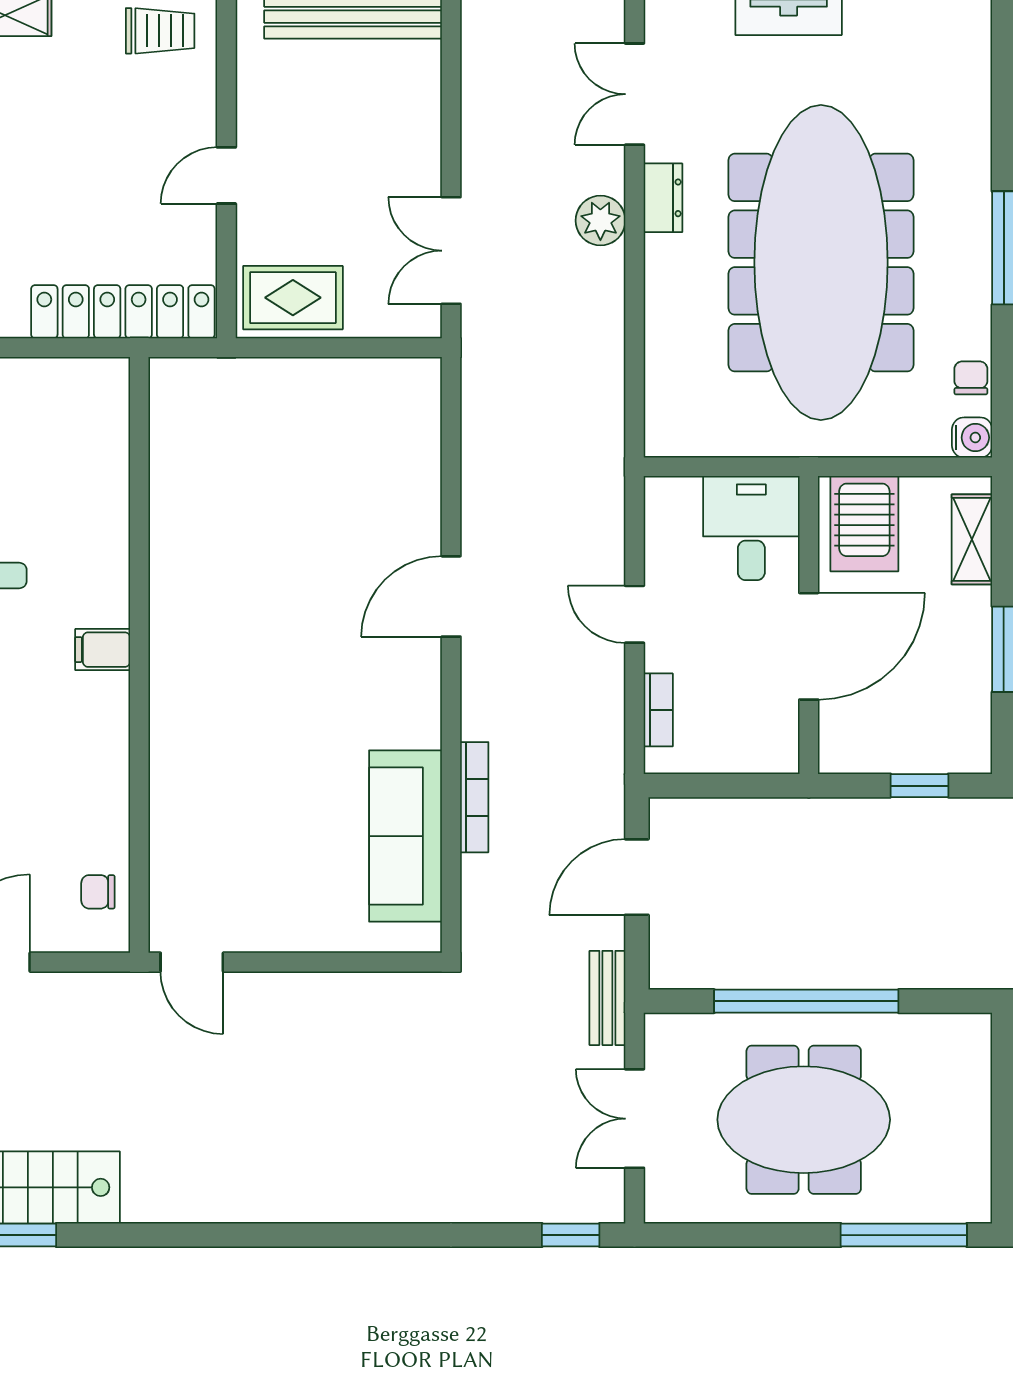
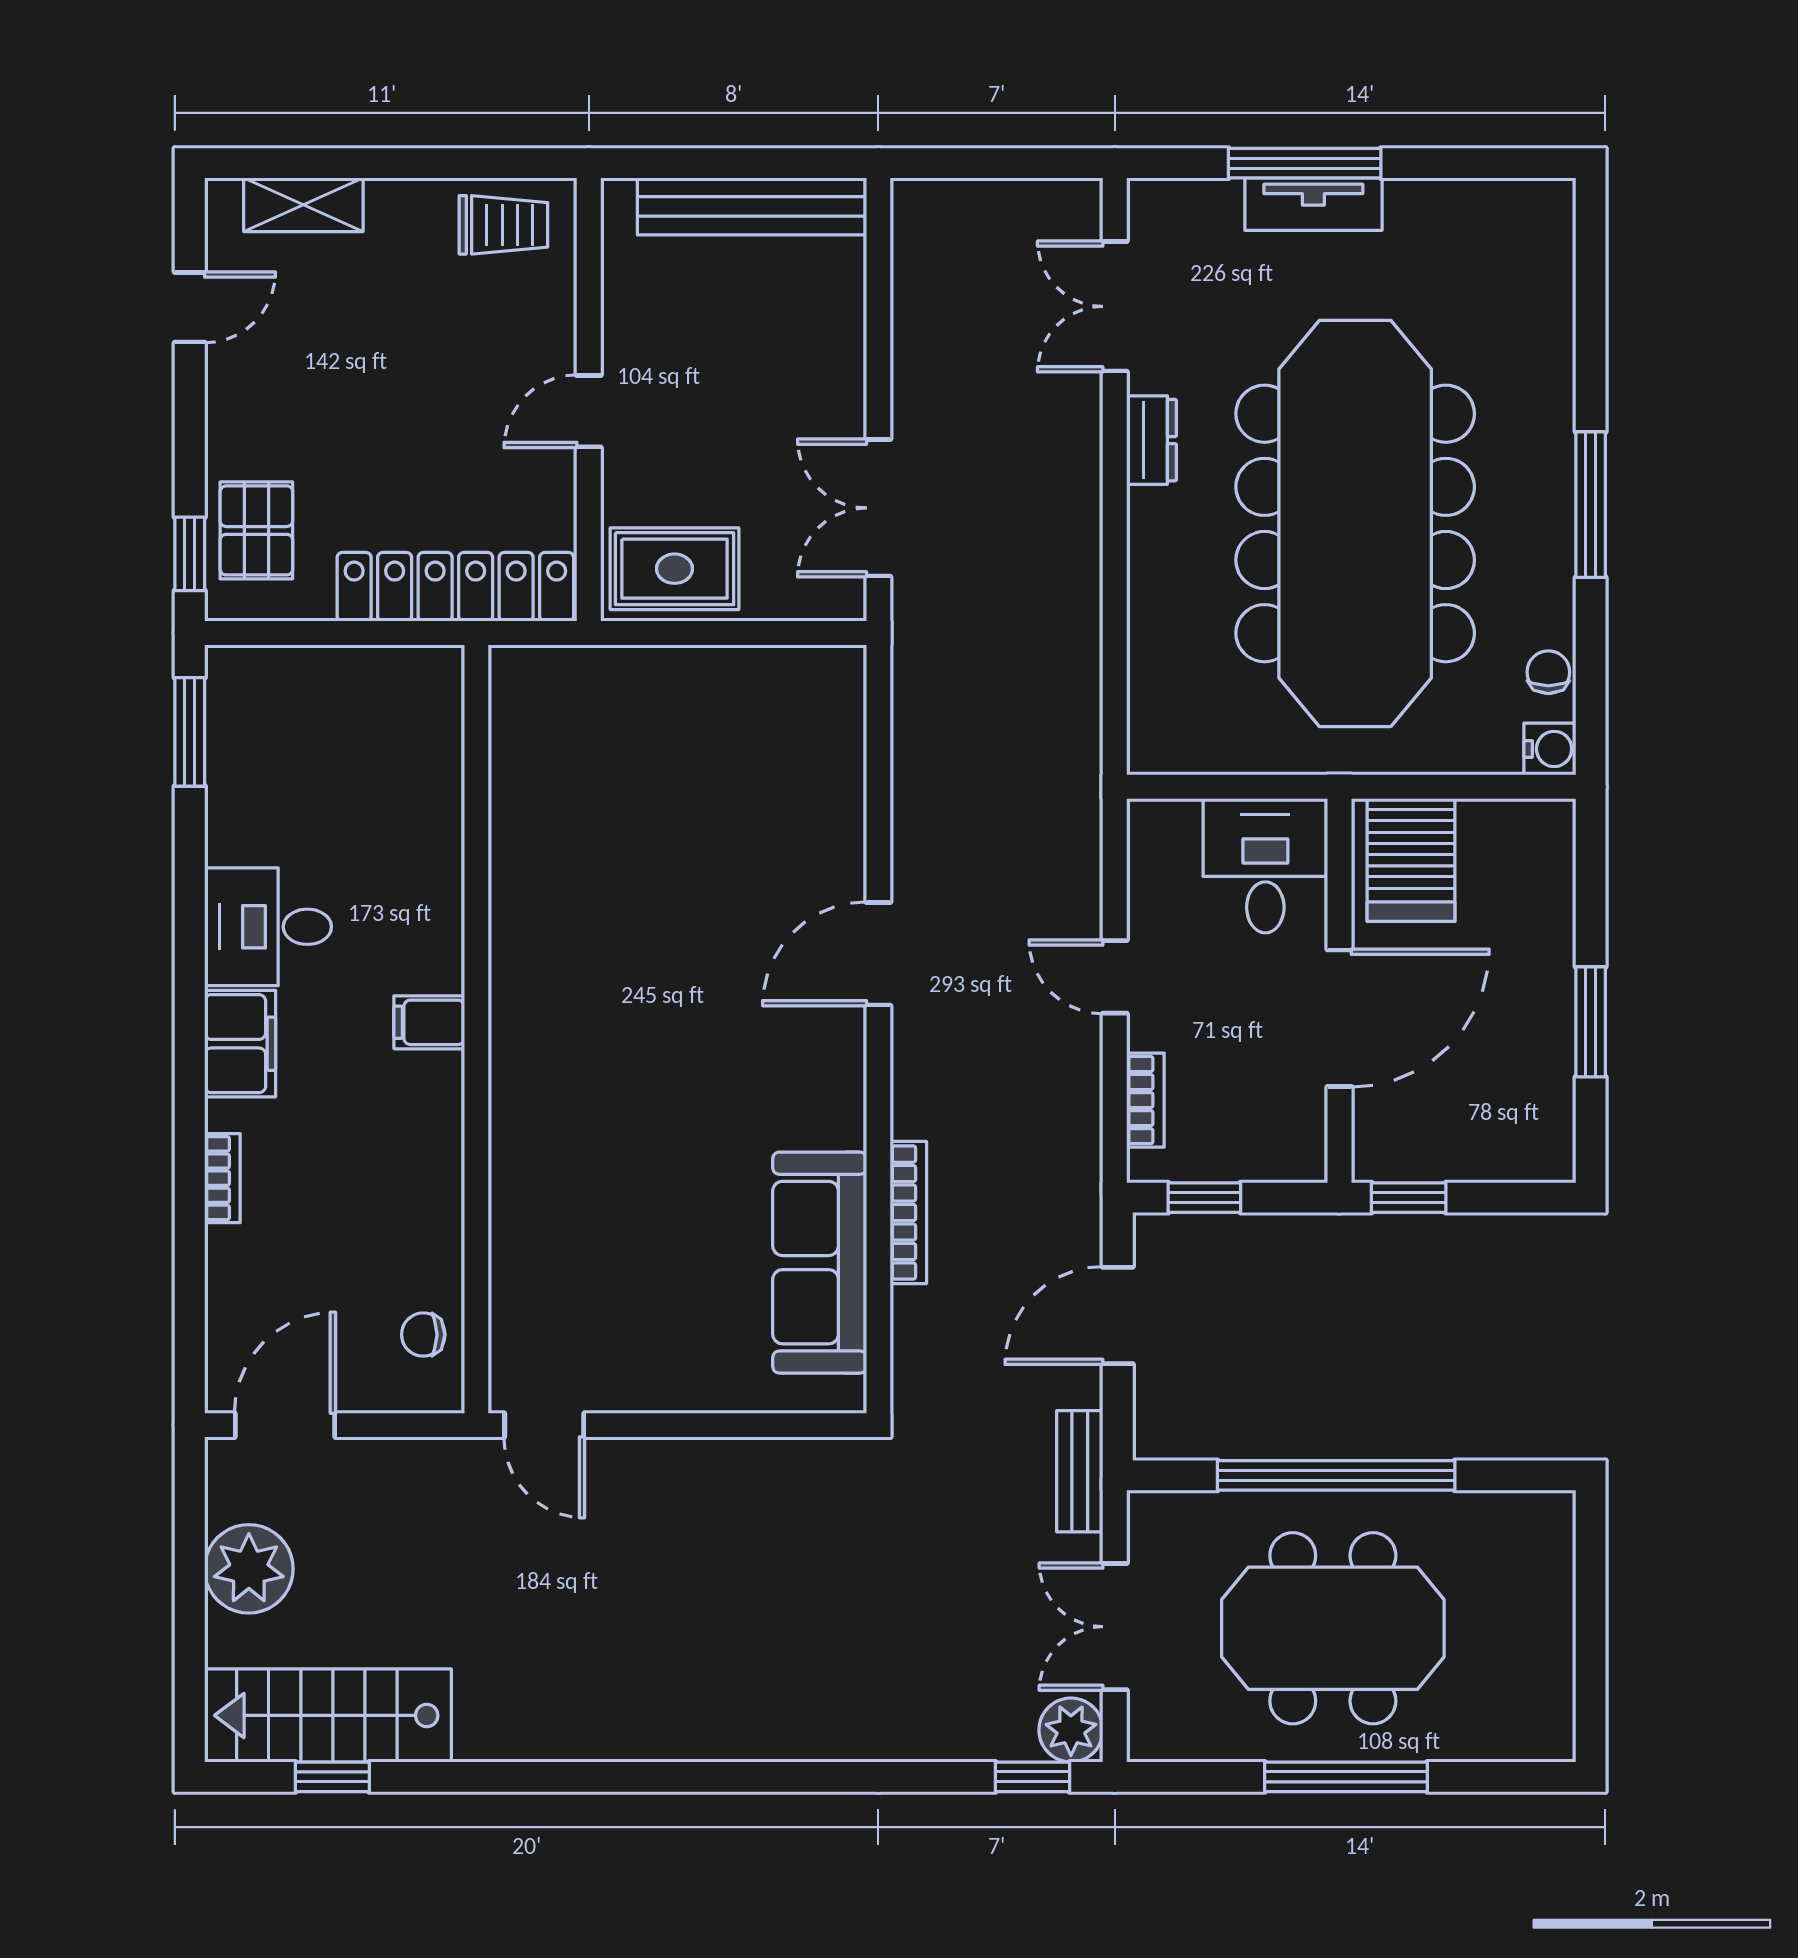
plant: (600, 221) -> (1071, 1730), moved
shelving: (972, 539) -> (1550, 880), removed
window: (704, 786) -> (1204, 1198), added
window: (919, 786) -> (1409, 1198), moved
window: (904, 1235) -> (1346, 1777), moved

